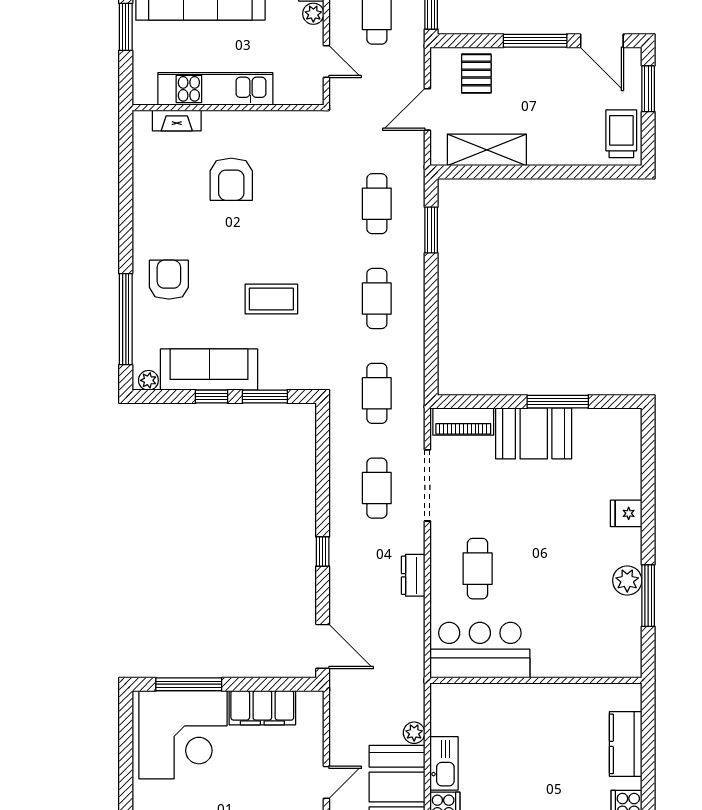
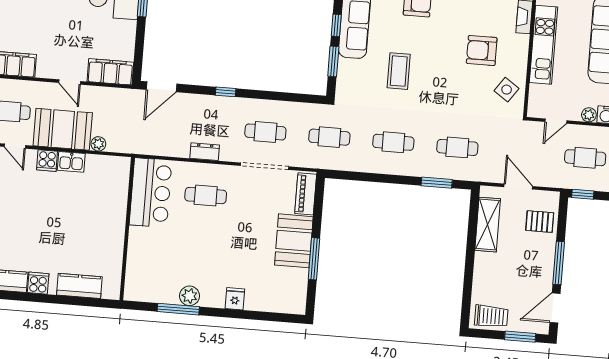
side table: (286, 138) -> (507, 90), added
filing cabinet: (262, 708) -> (110, 72), moved, turned 90
kitchen sink: (444, 763) -> (71, 162), width x0.73

